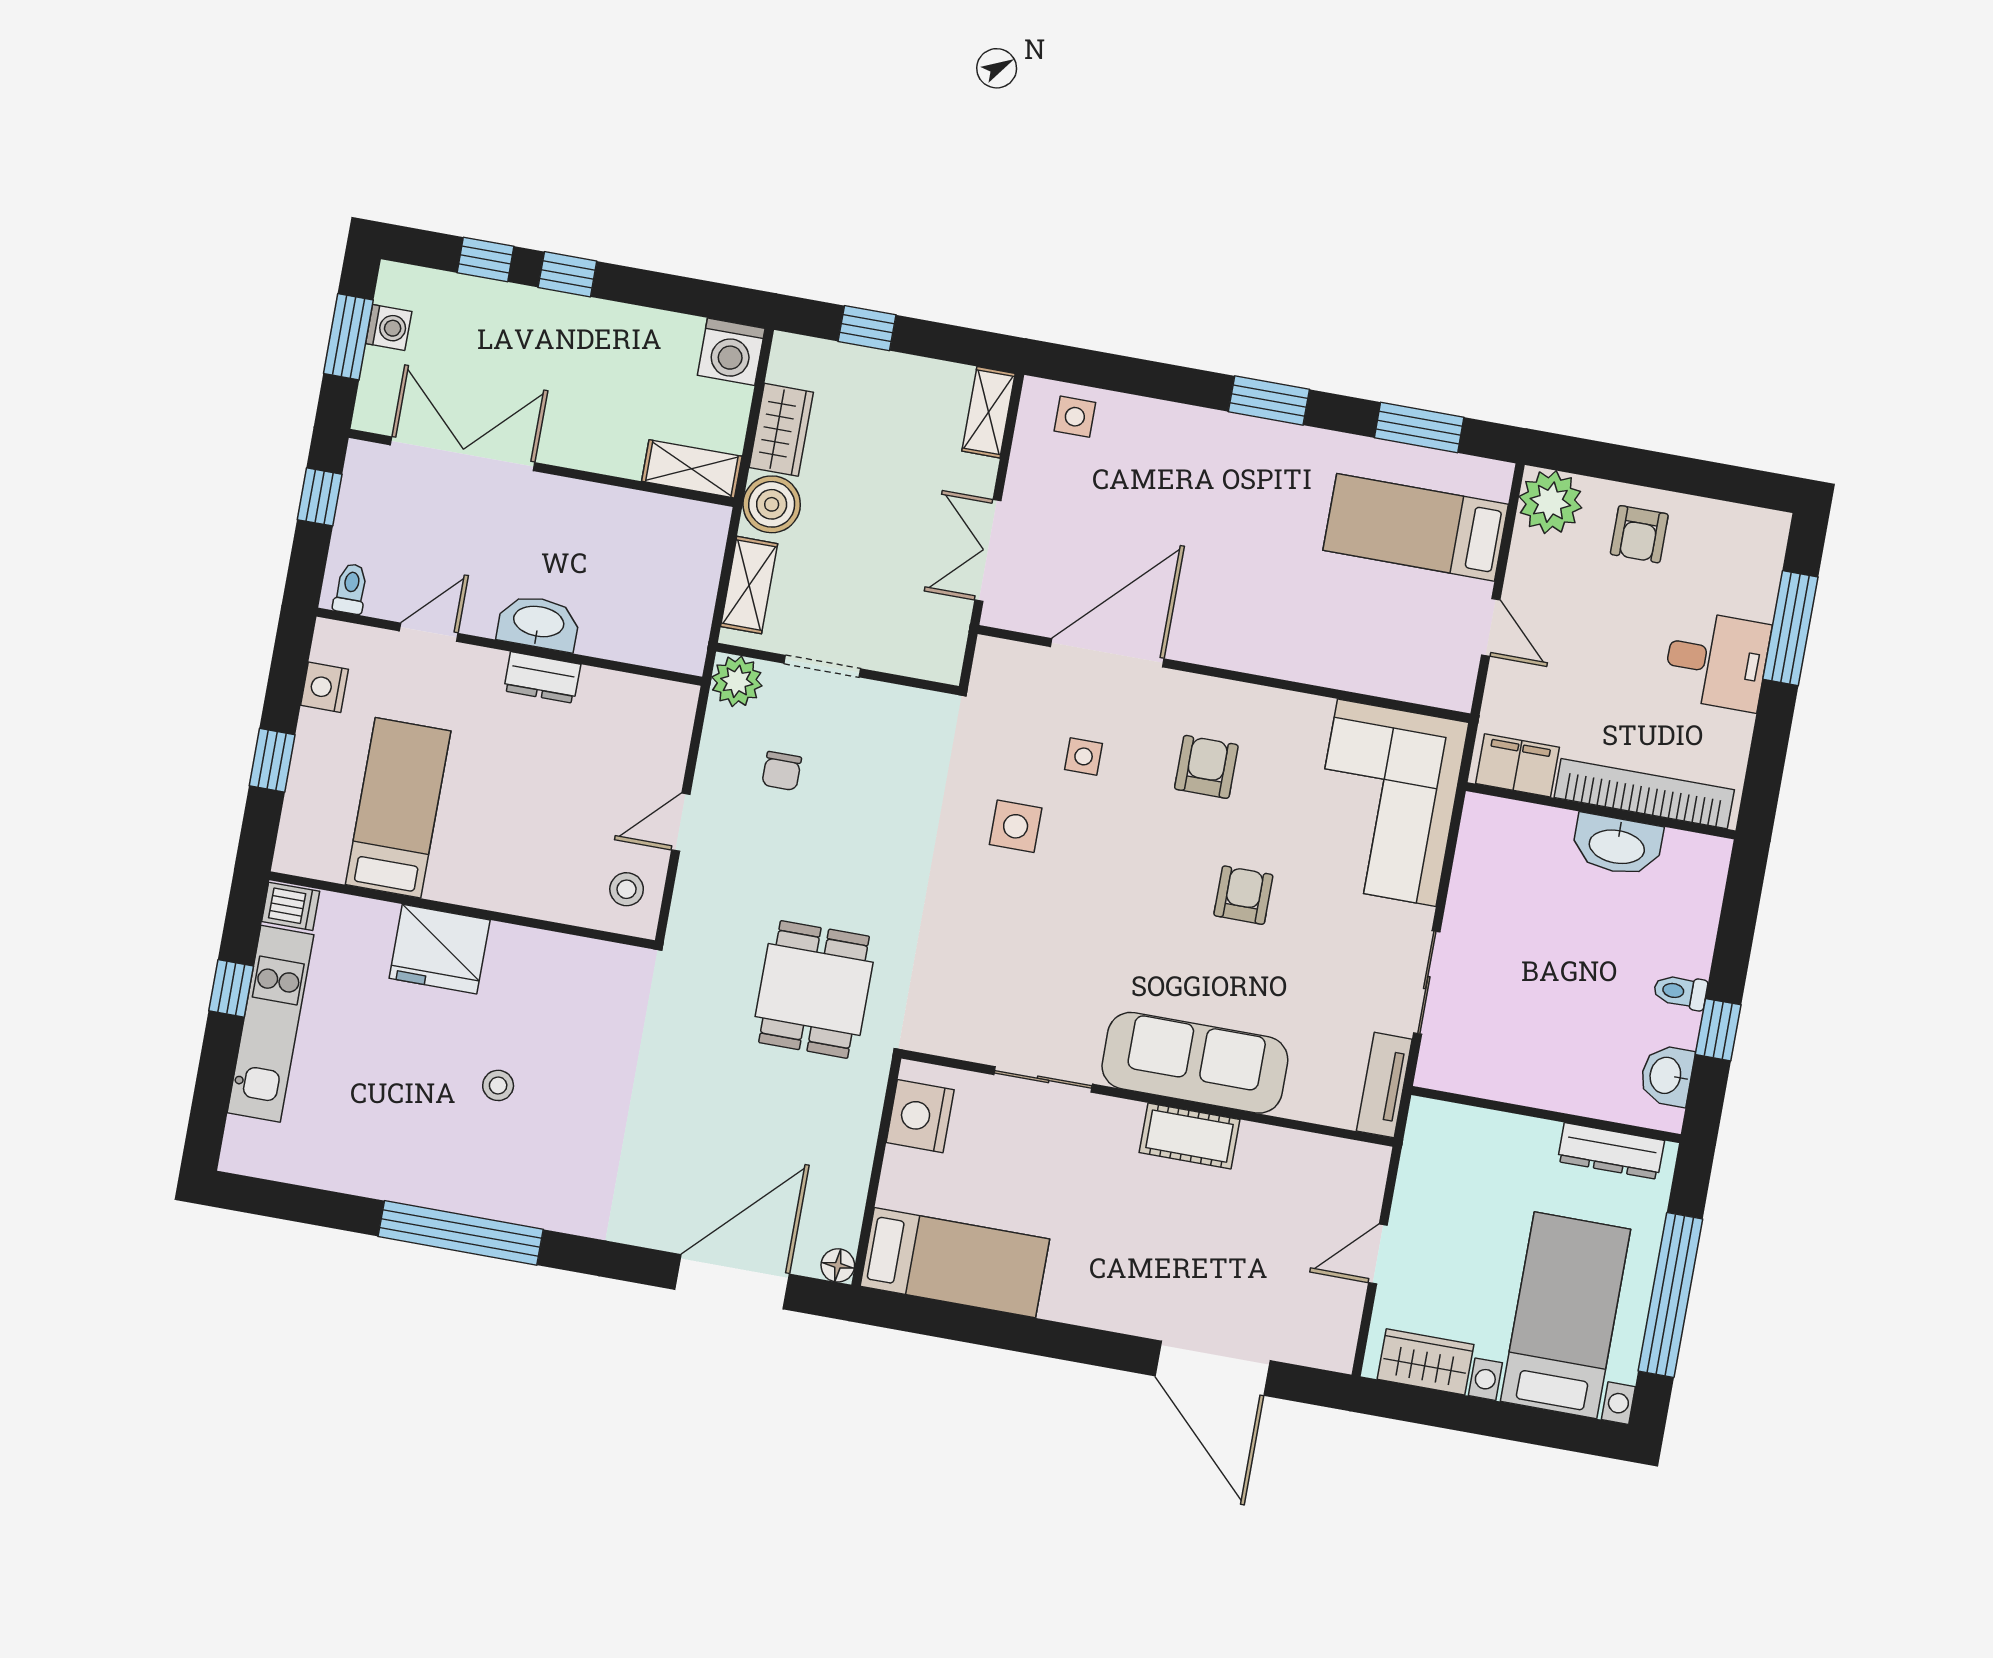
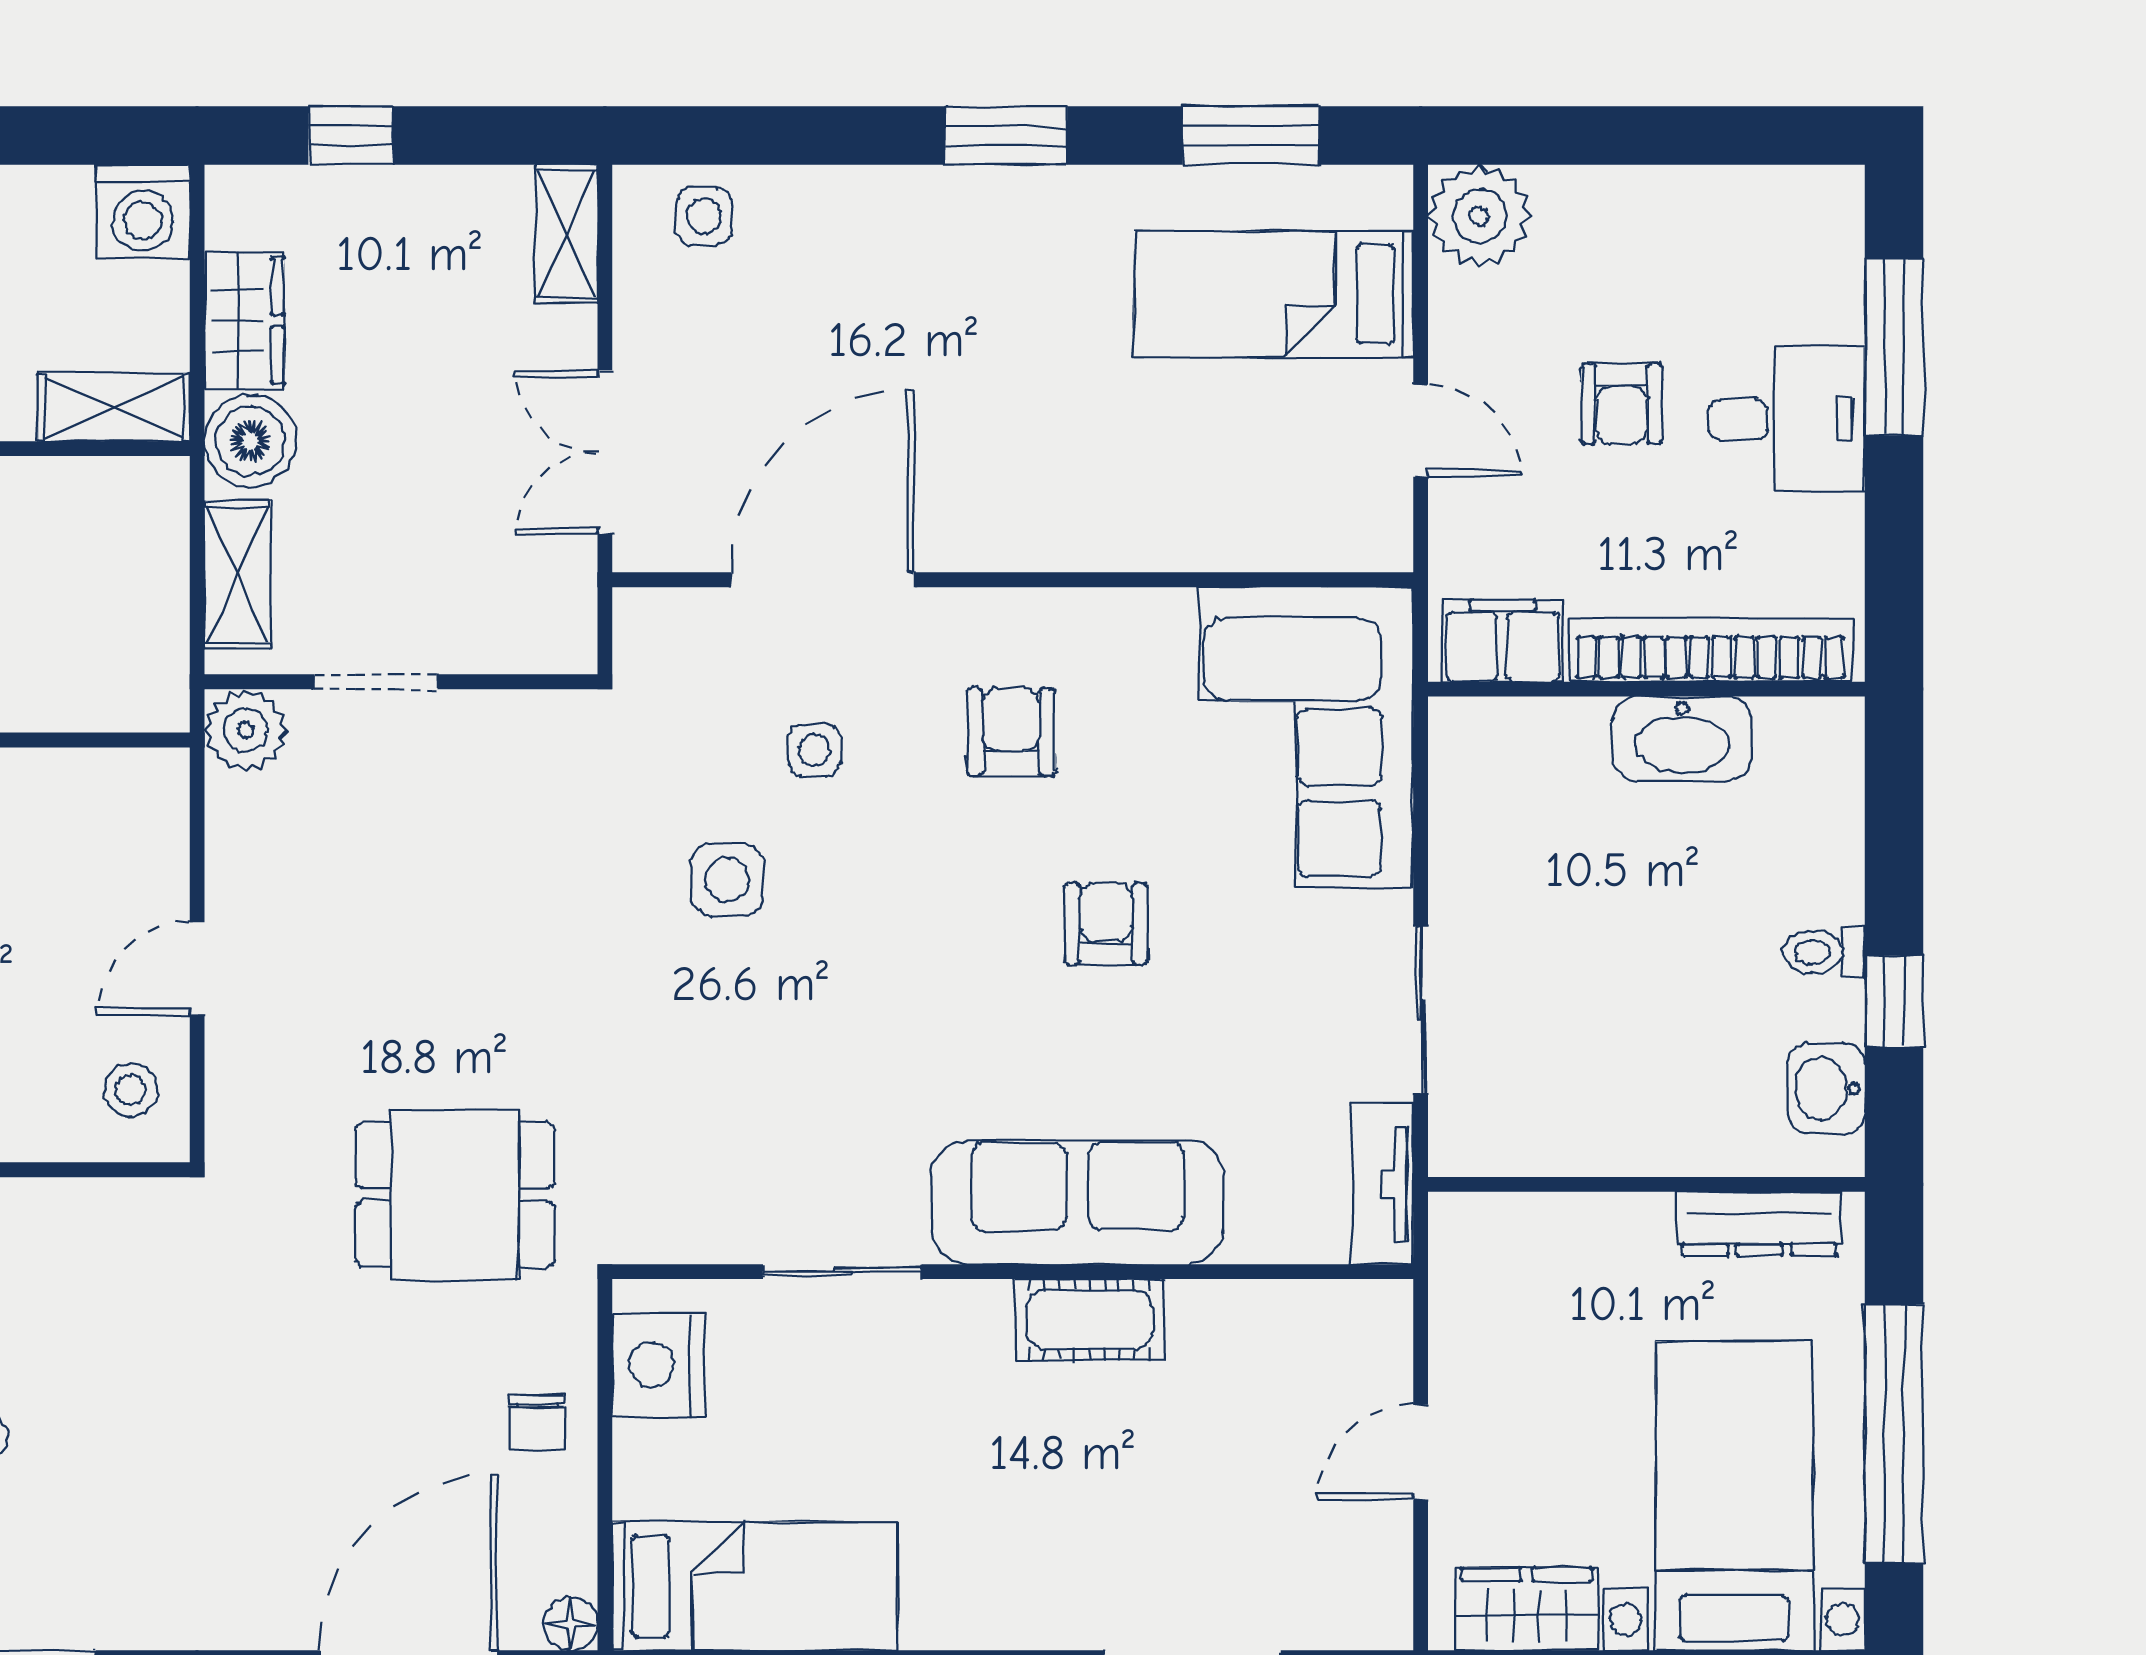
armchair: (1639, 534) -> (1622, 403), moved
chair: (782, 771) -> (537, 1422), moved
dining table: (814, 989) -> (455, 1195), turned 90

